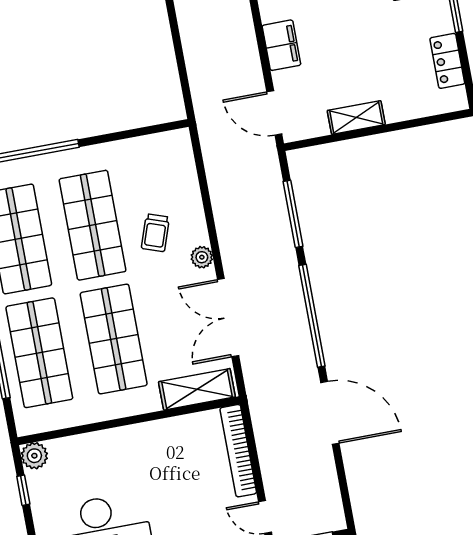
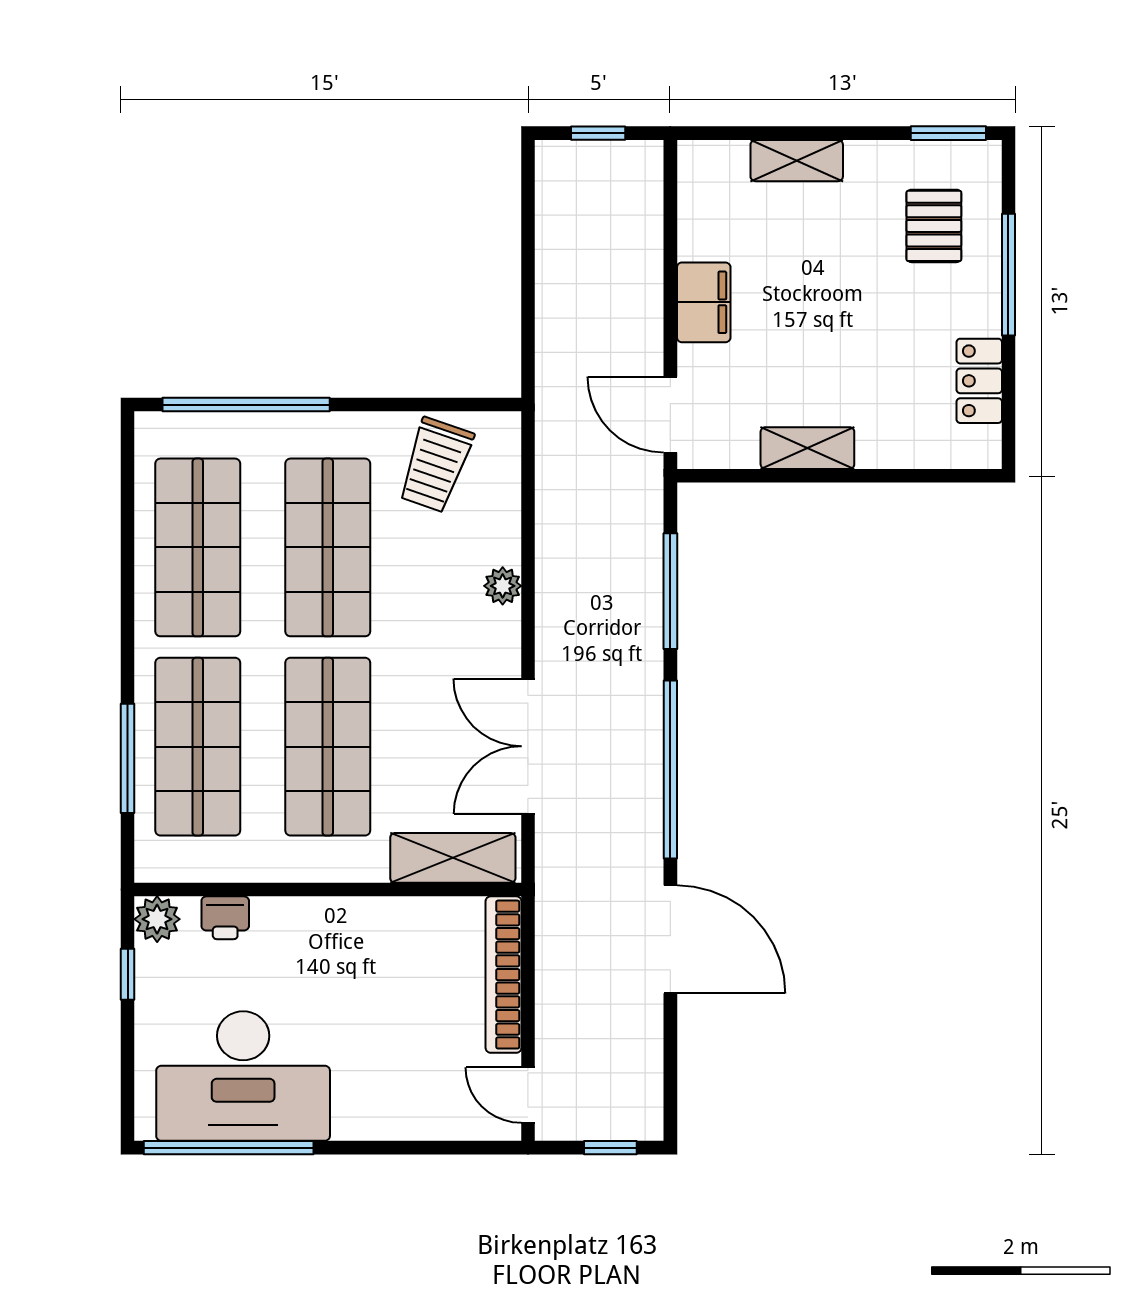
trolley: (155, 233) -> (436, 465), moved, width x1.36, depth x1.39
plant: (202, 257) -> (503, 586), moved
printer: (73, 448) -> (225, 918), added

